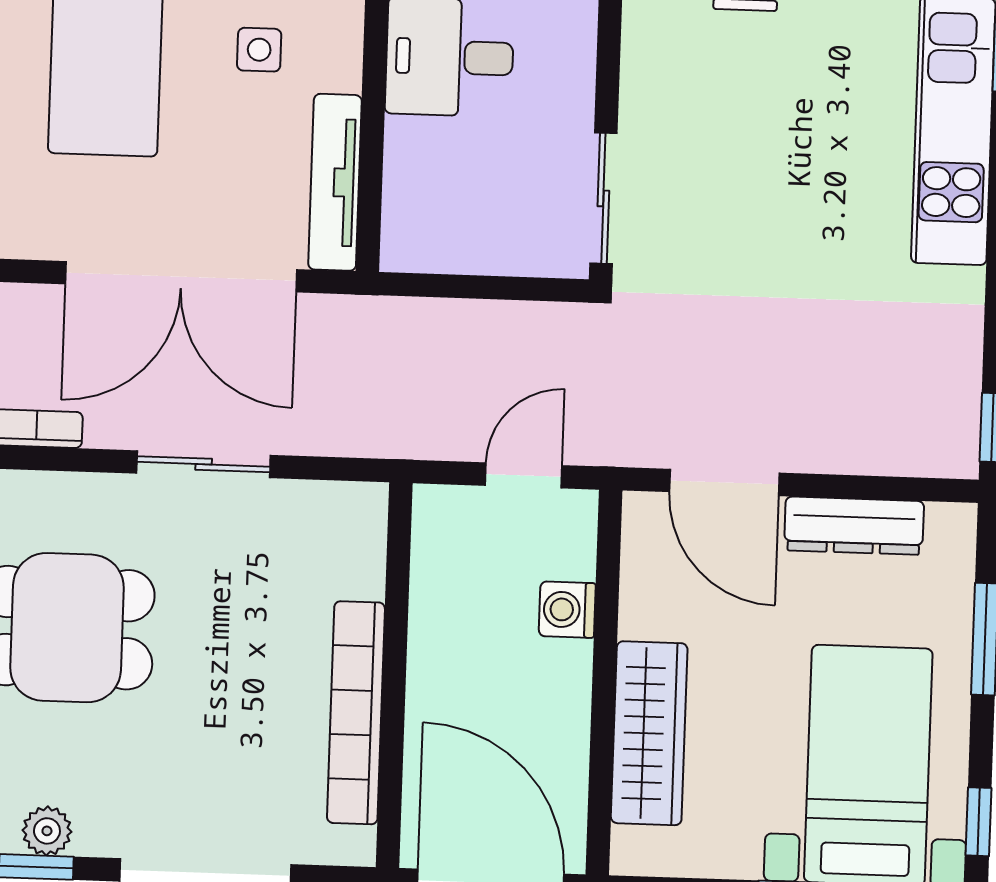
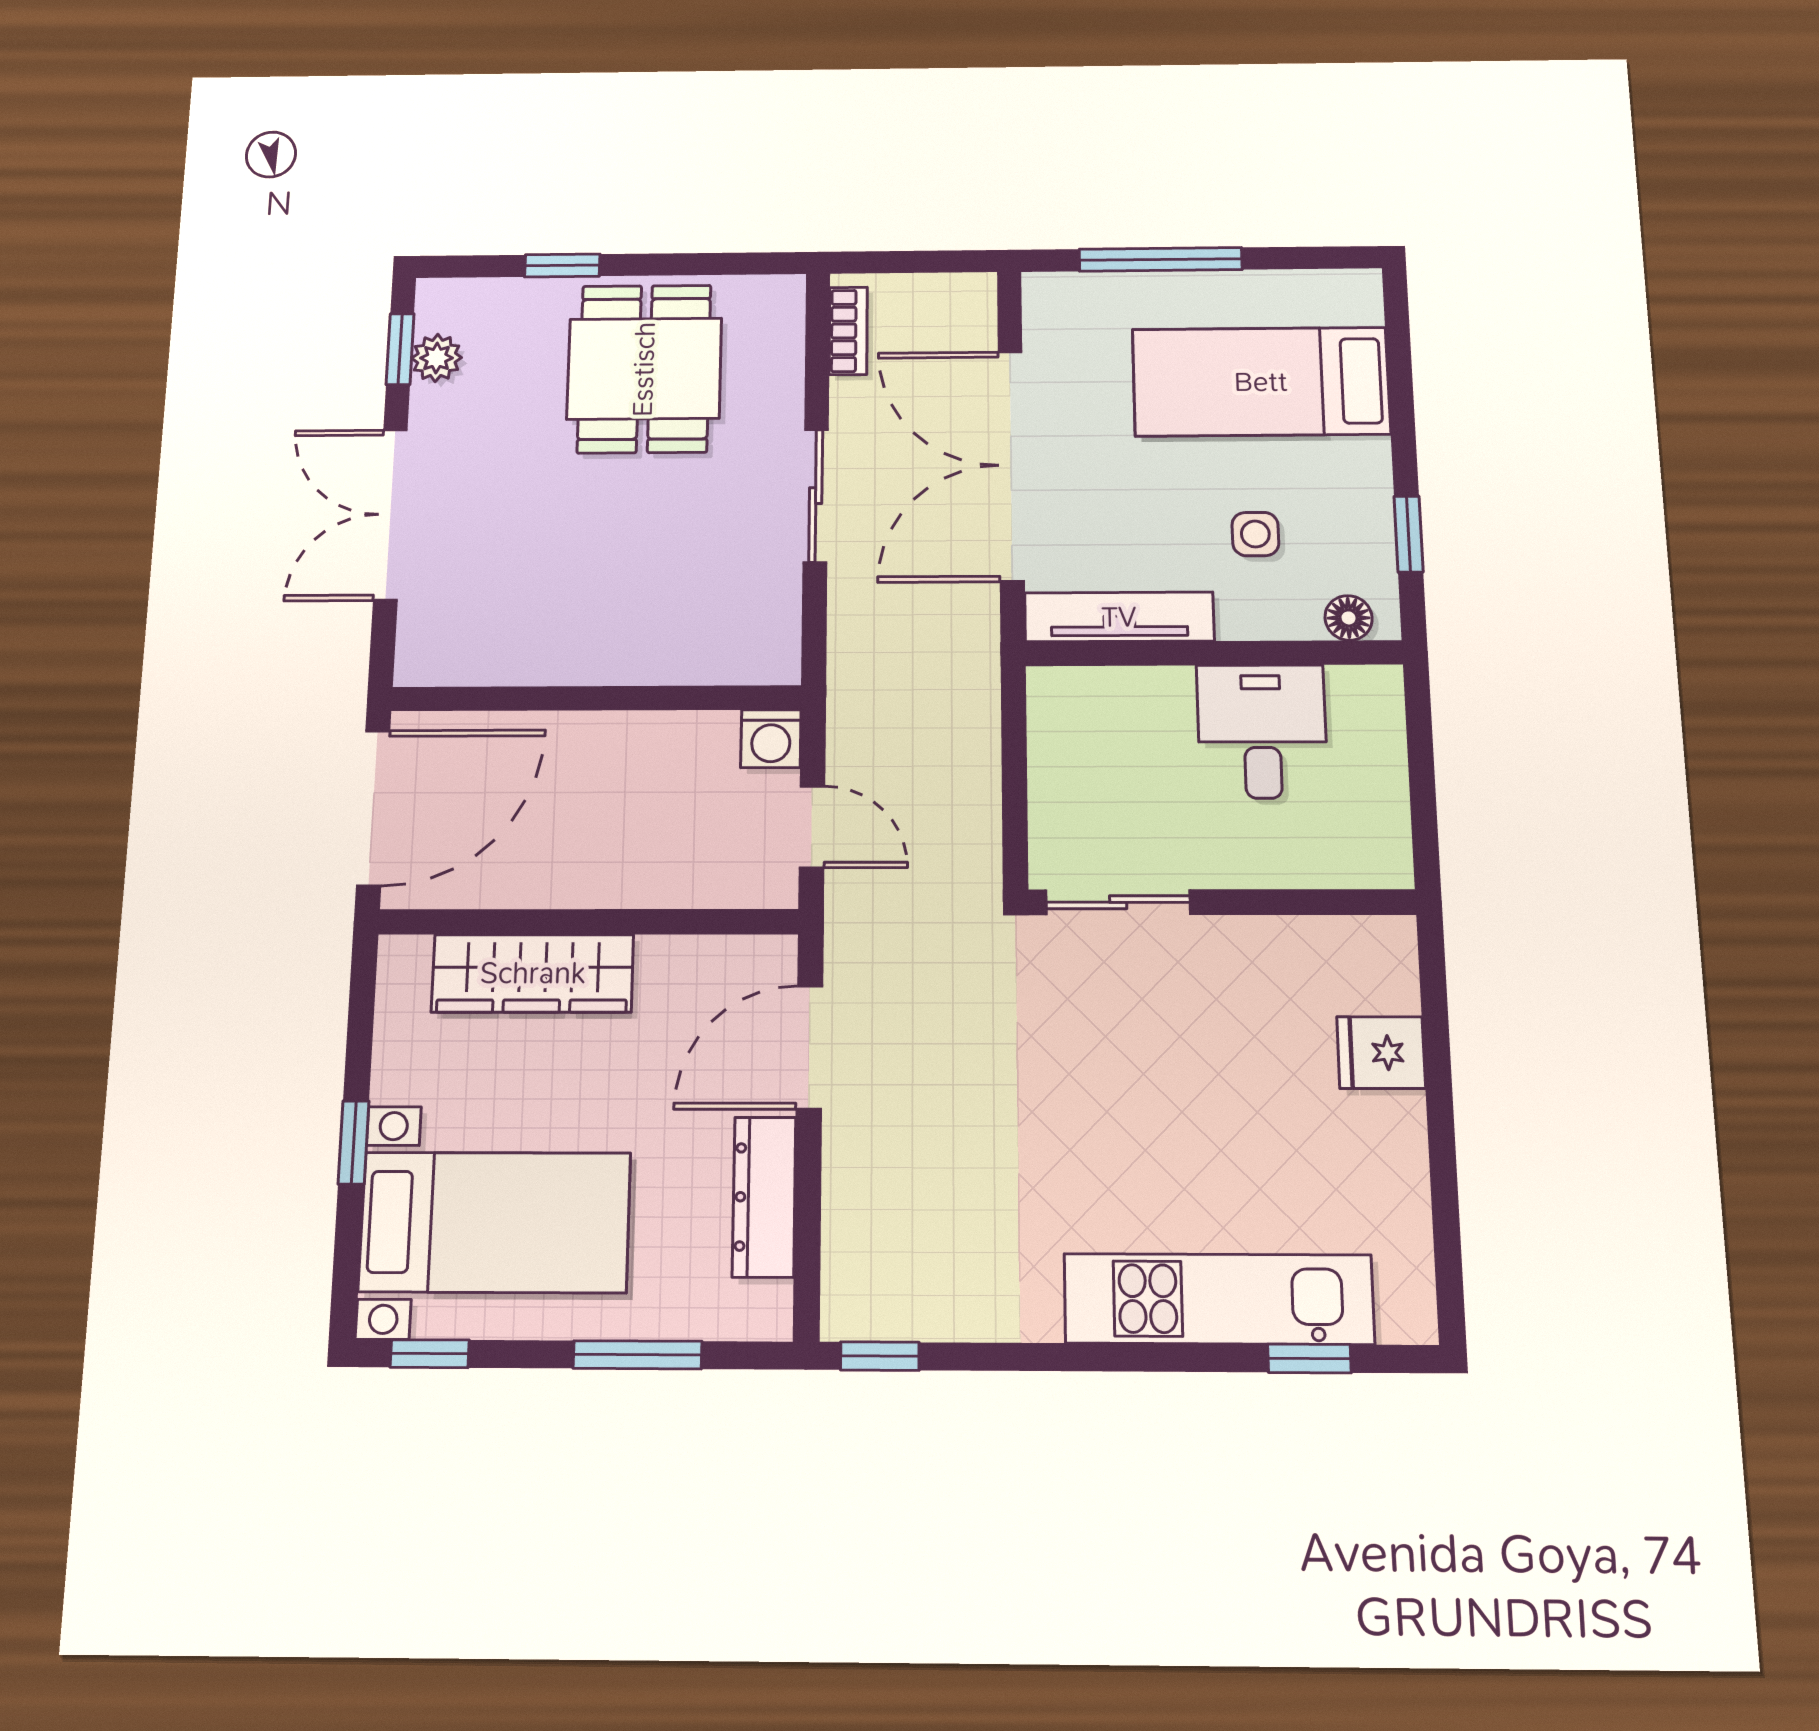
washing machine: (567, 610) -> (771, 739), moved, turned 180
bookcase: (356, 713) -> (556, 660), removed

